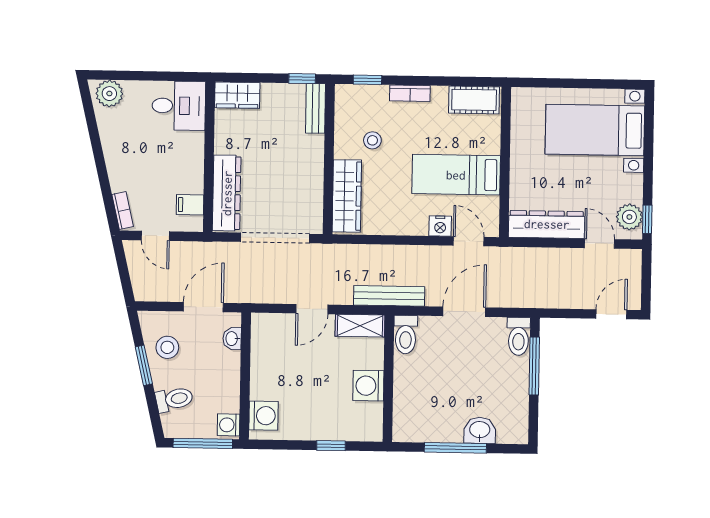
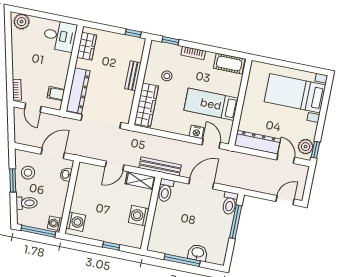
wardrobe: (237, 95) -> (87, 46), moved, turned -90
bench: (315, 108) -> (133, 76), moved

